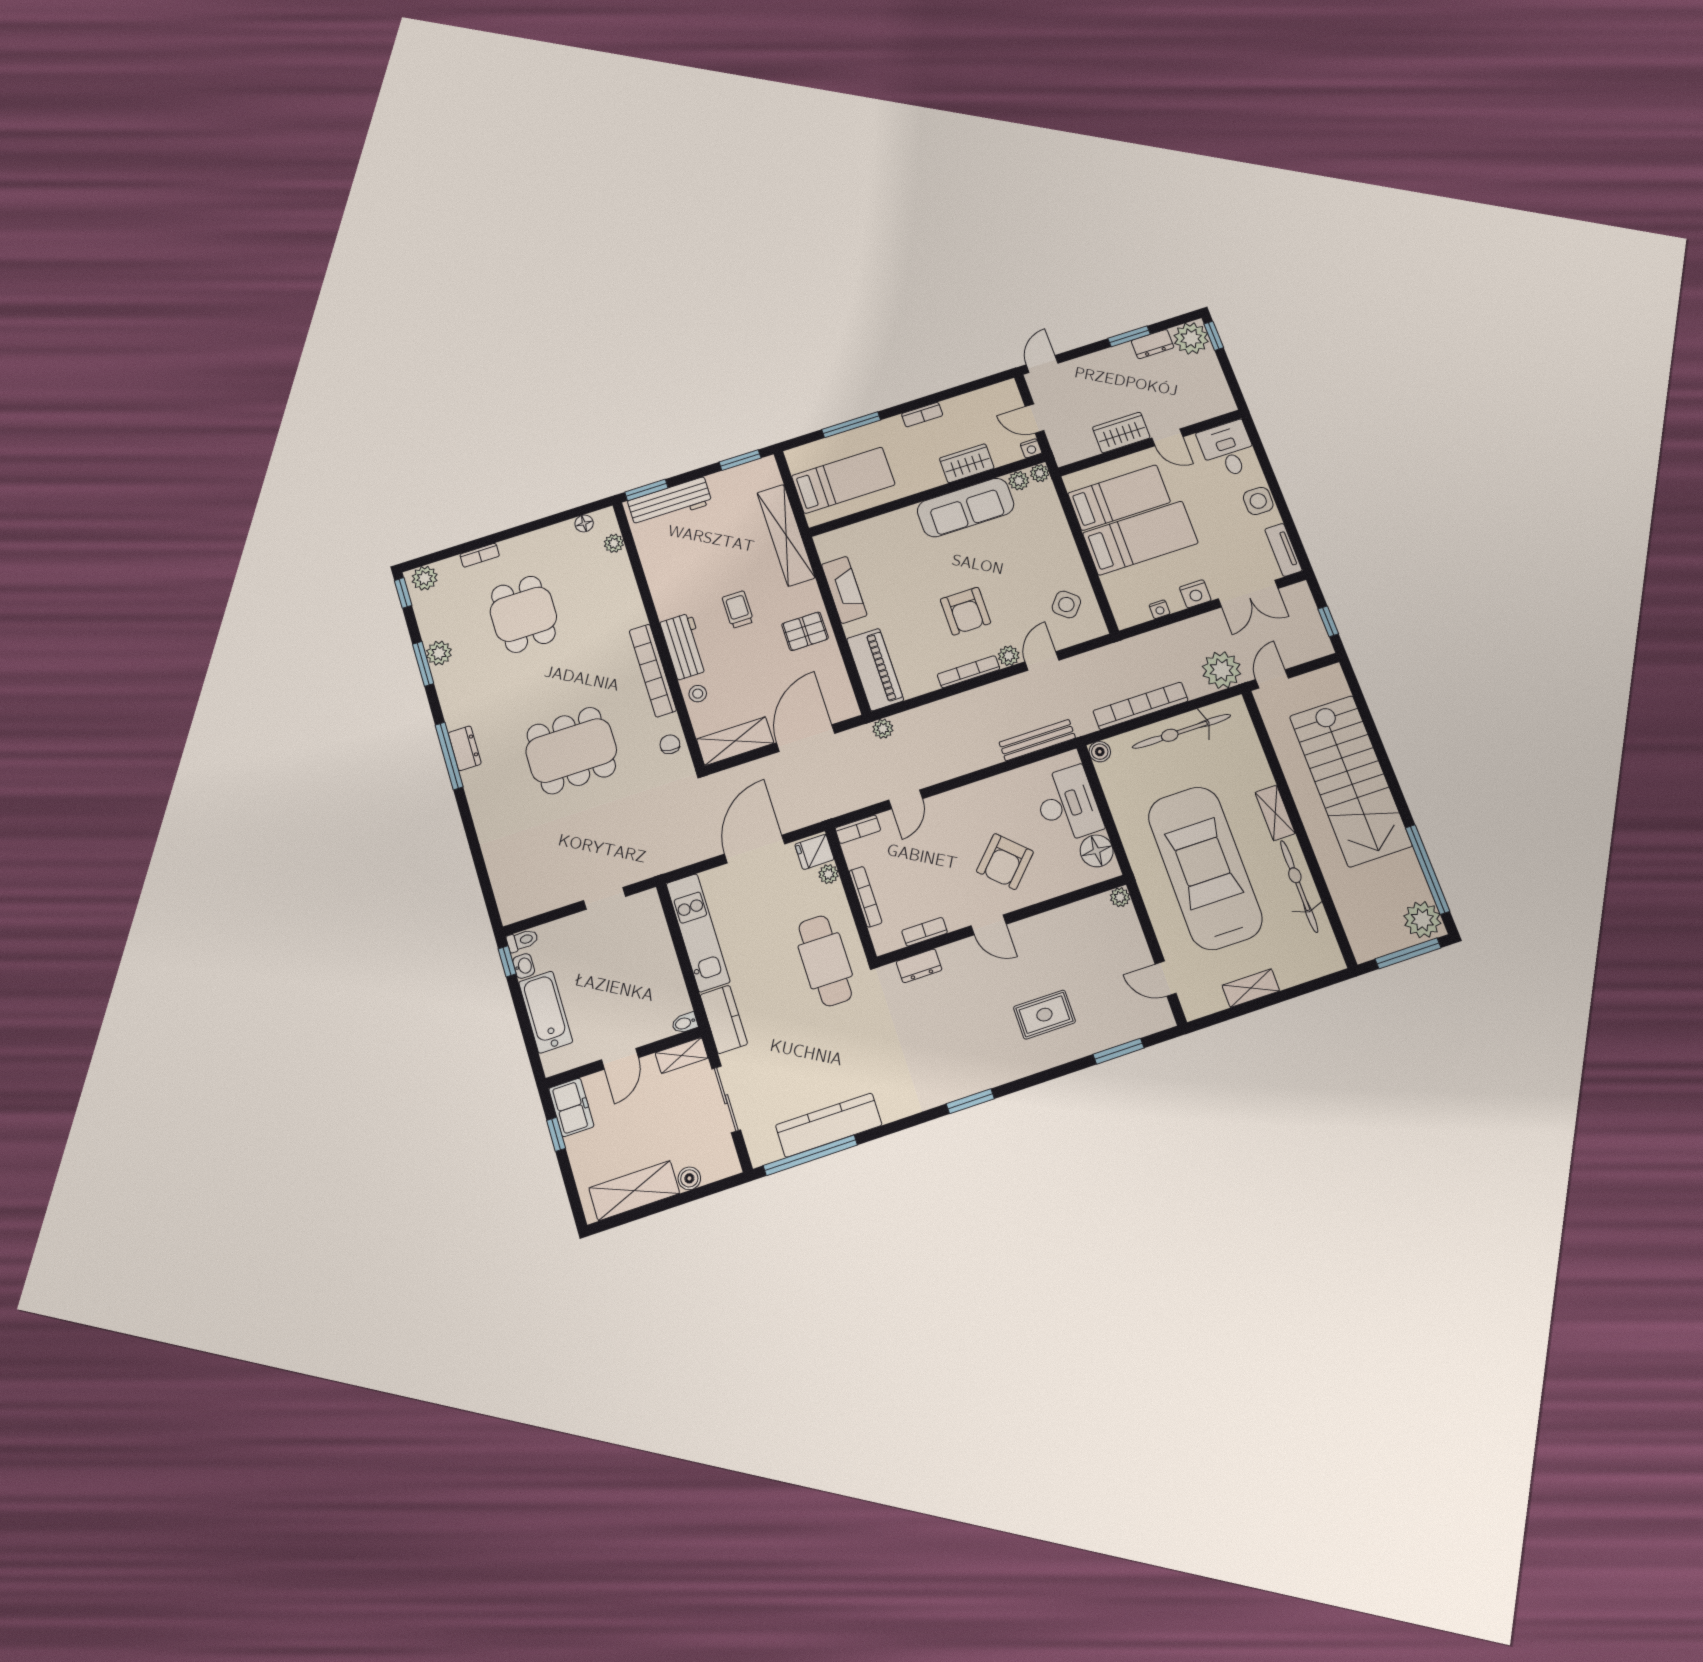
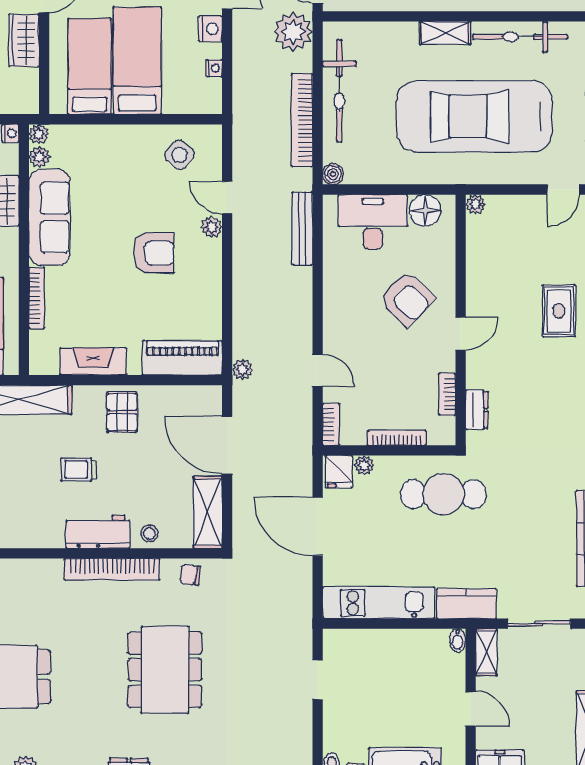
bookcase: (969, 672) -> (37, 298), moved, turned 180

